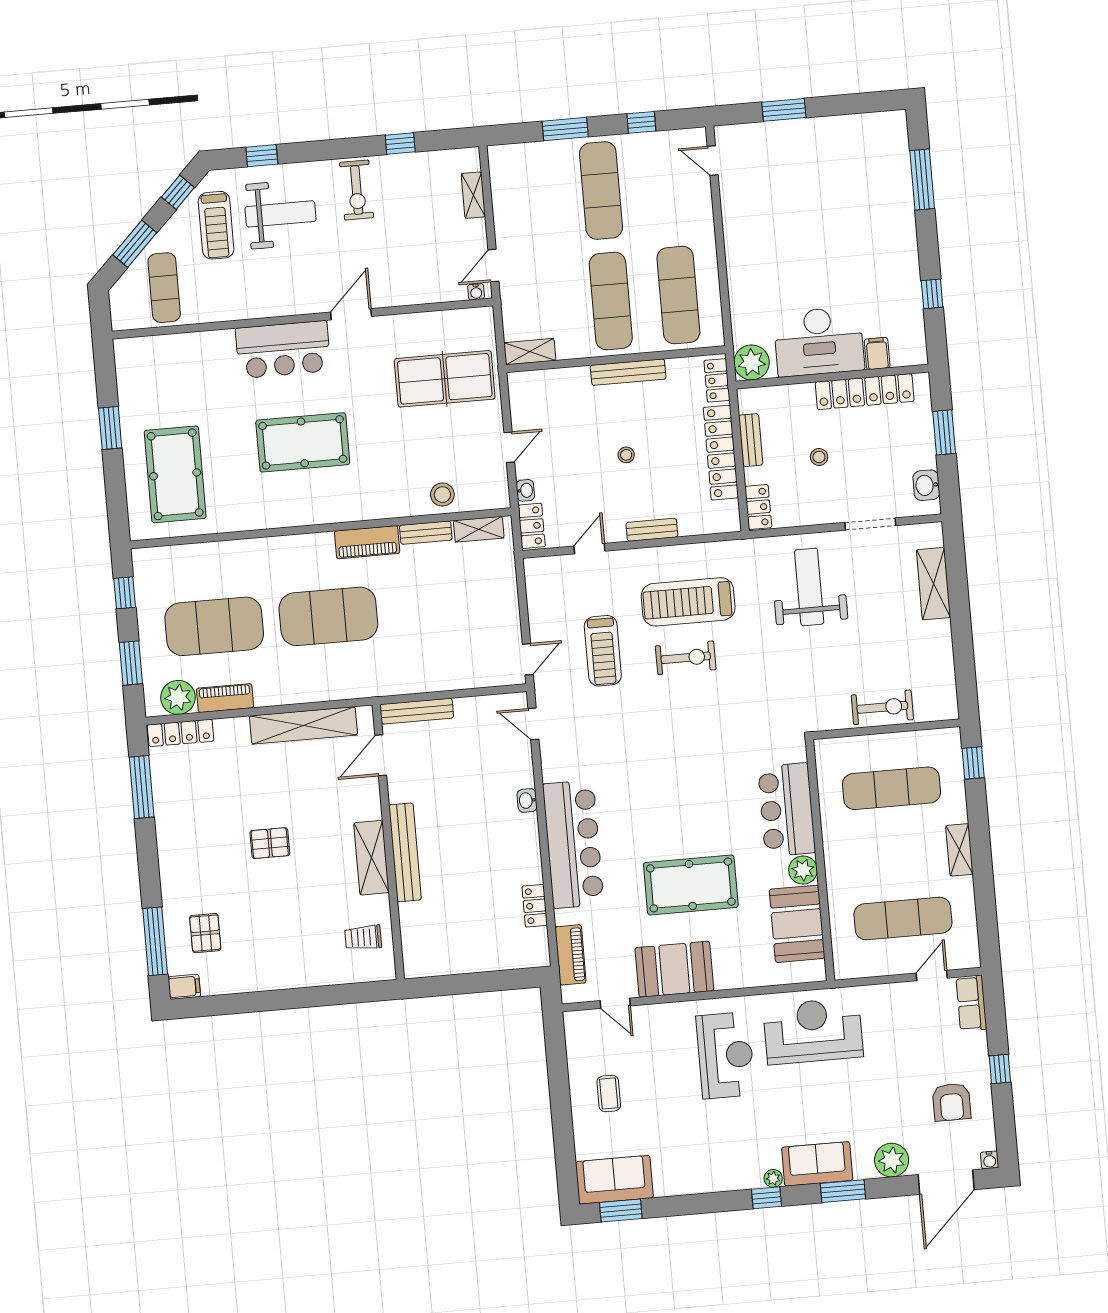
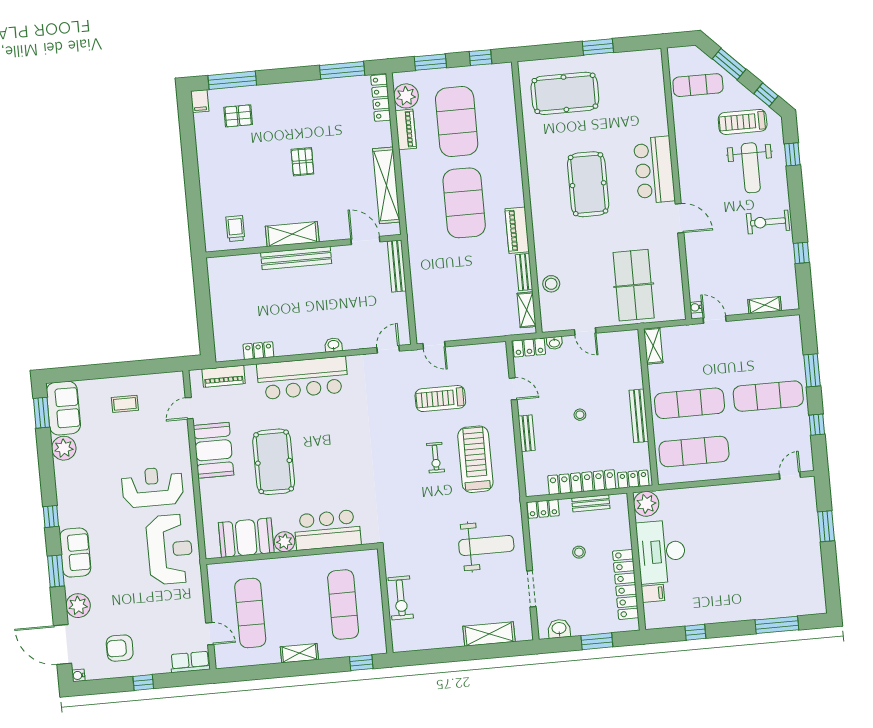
exercise bike: (686, 658) -> (436, 458), width x0.73, depth x0.72
reception desk: (726, 1055) -> (152, 487), turned 180
plant: (773, 1178) -> (64, 448), moved, width x1.88, depth x1.88

